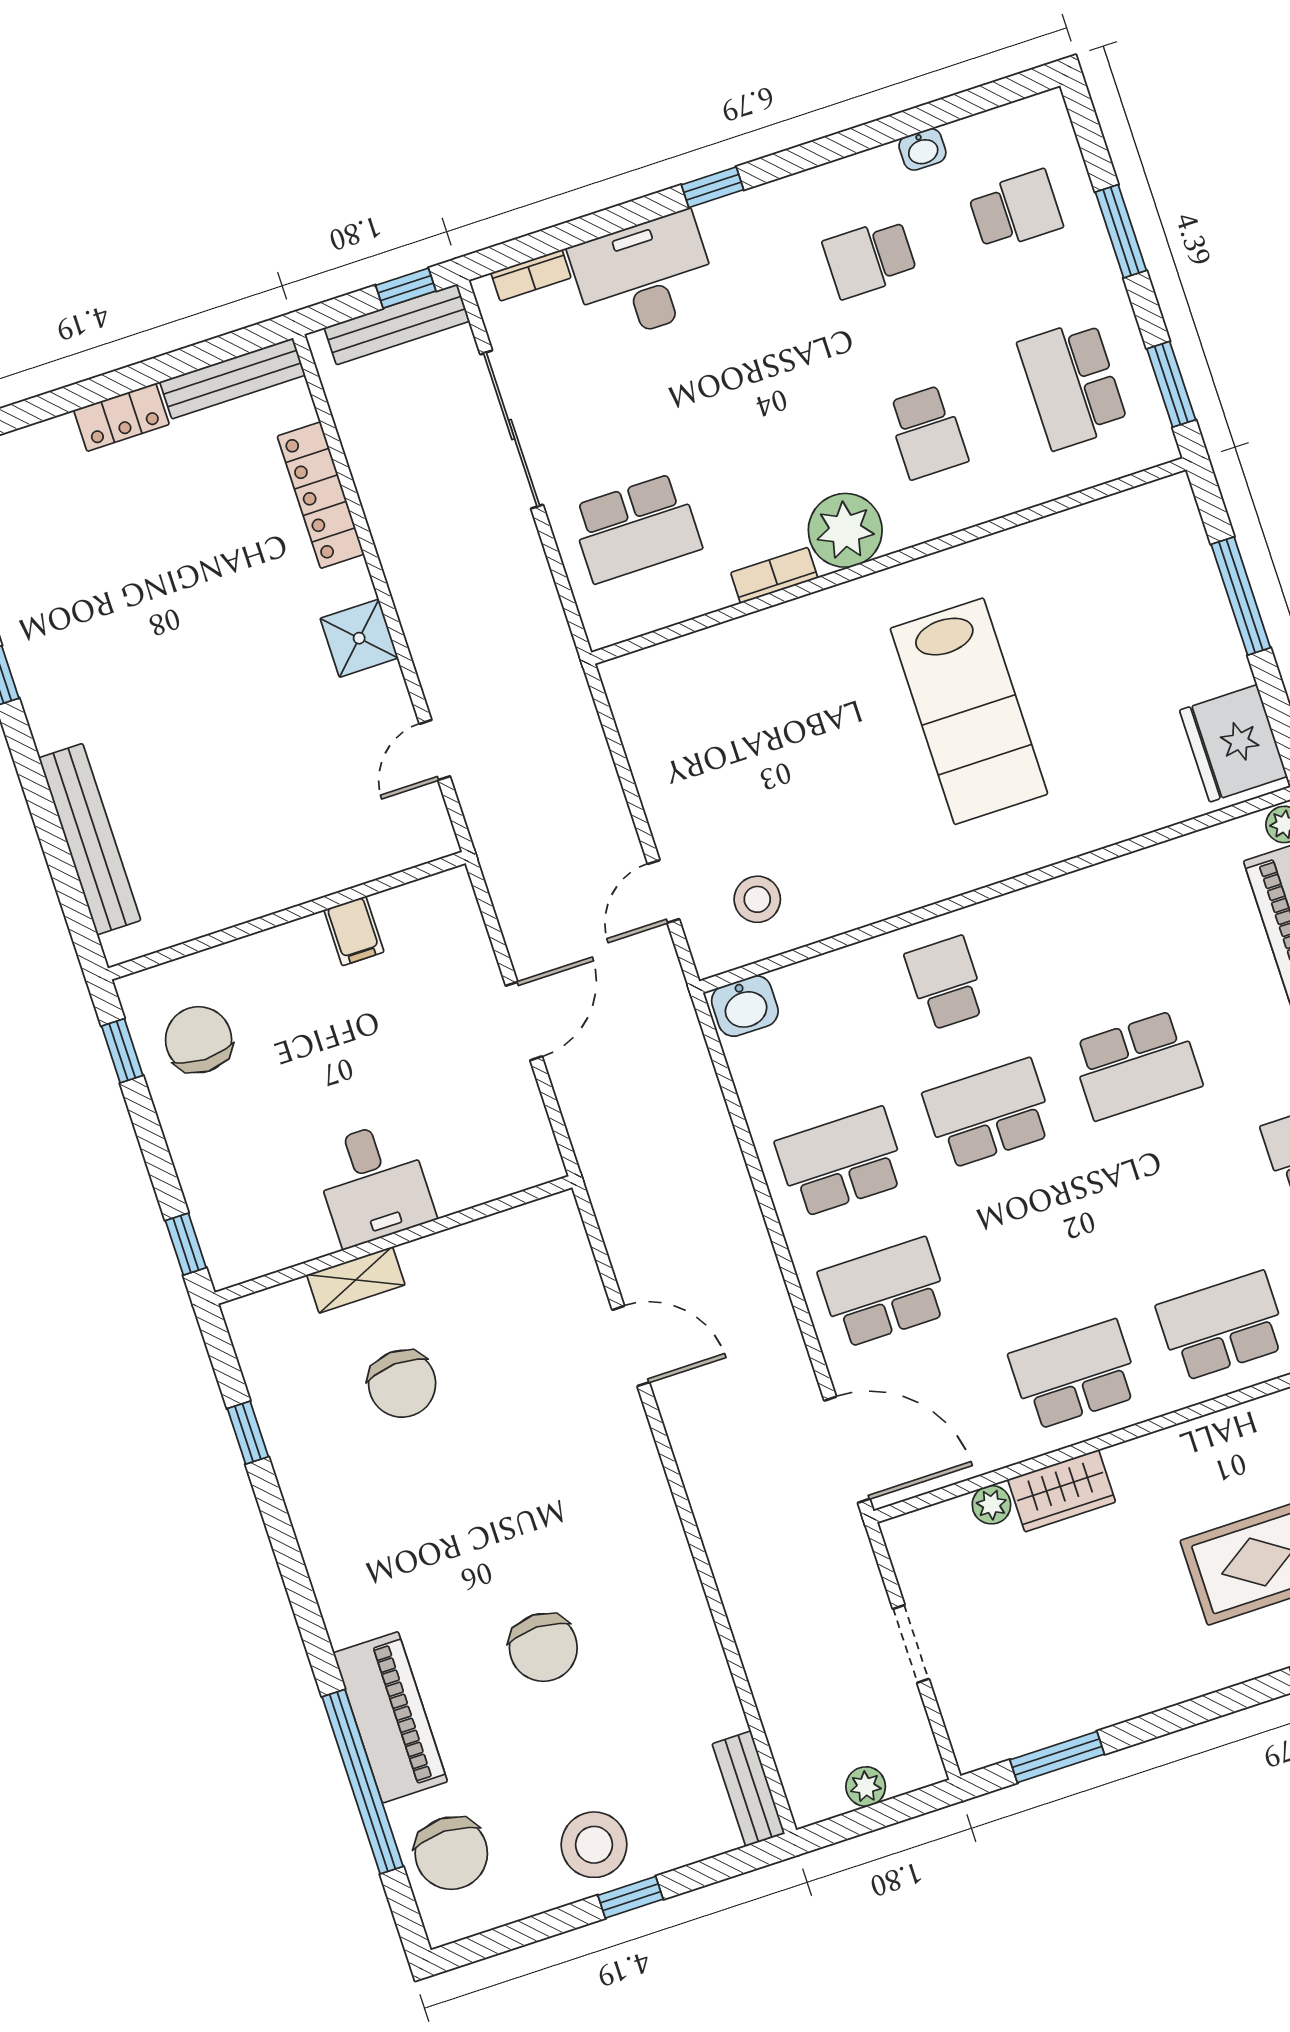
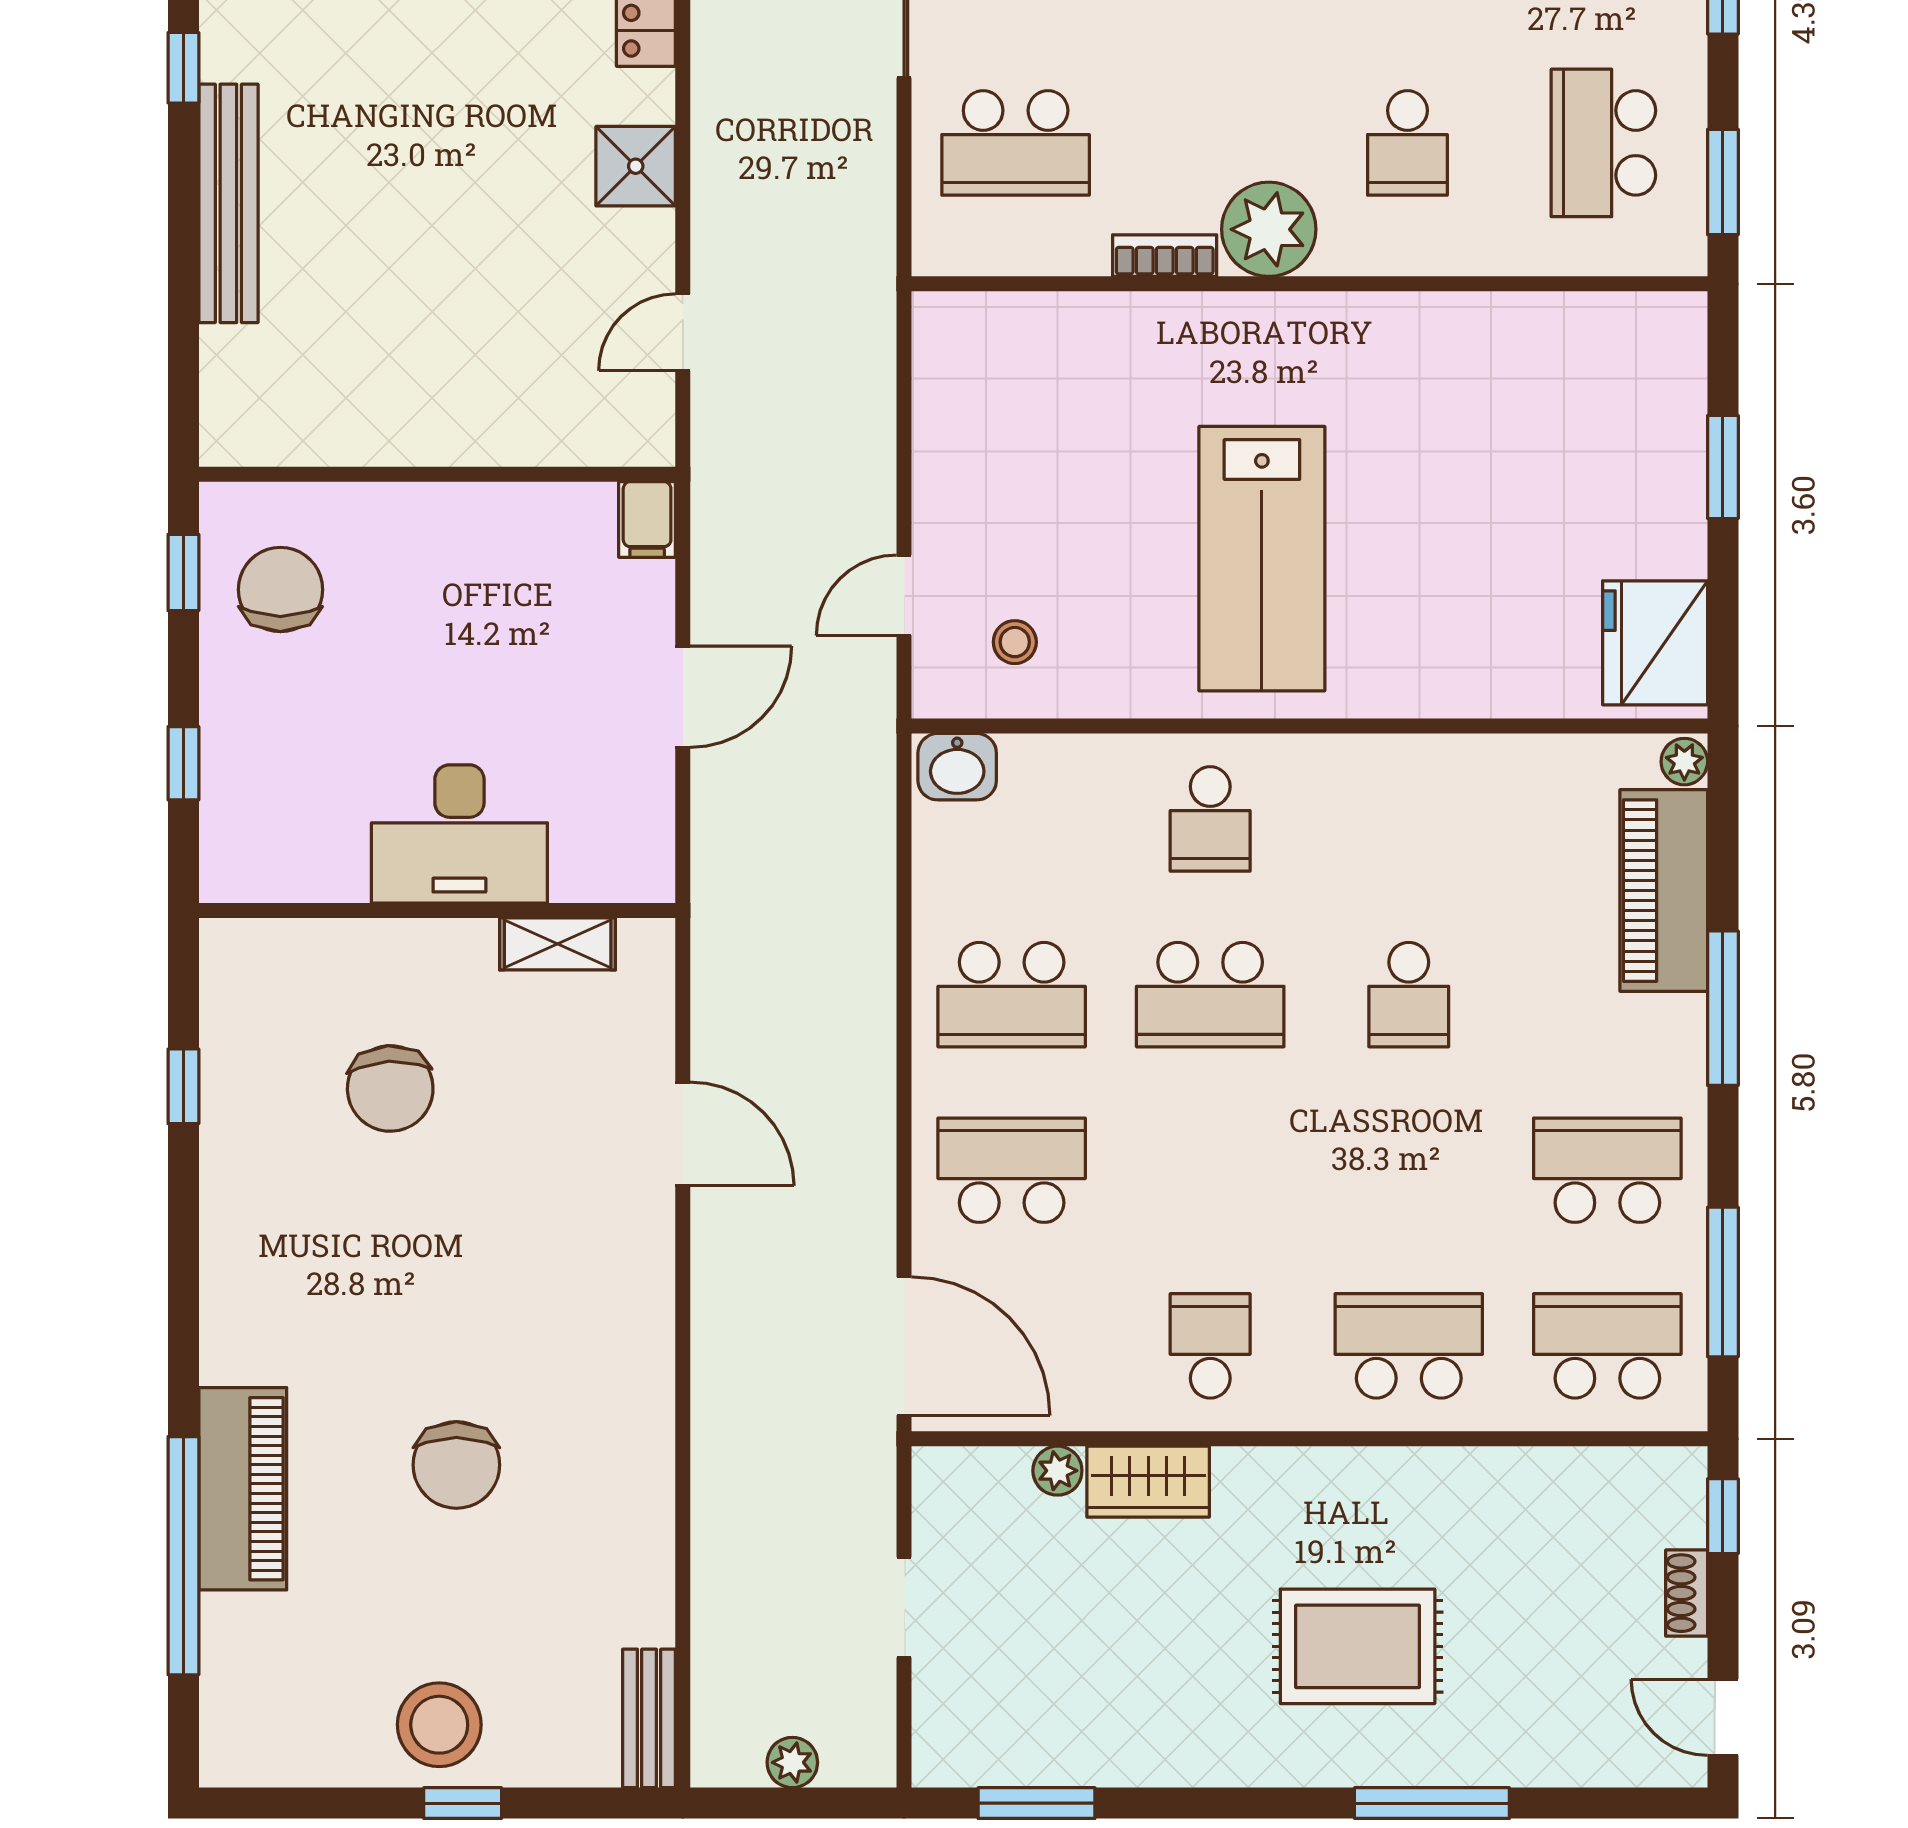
window: (1241, 596) -> (1723, 467), width x0.69
lab bench: (969, 711) -> (1262, 559), moved
bench: (90, 839) -> (228, 203), moved
stool: (757, 899) -> (1015, 642), width x0.73, depth x0.73
filing cabinet: (354, 931) -> (647, 519), moved
school desk: (946, 983) -> (1210, 819), turned 180
school desk: (1136, 1065) -> (1409, 995), width x0.54
school desk: (989, 1114) -> (1210, 995), turned 180
school desk: (841, 1162) -> (1012, 995), turned 180
desk: (374, 1183) -> (459, 834), width x1.37
window: (186, 1244) -> (183, 763), moved
shelving: (356, 1280) -> (558, 944), moved
school desk: (1075, 1375) -> (1210, 1346), width x0.54
chair: (451, 1853) -> (263, 1678), removed

